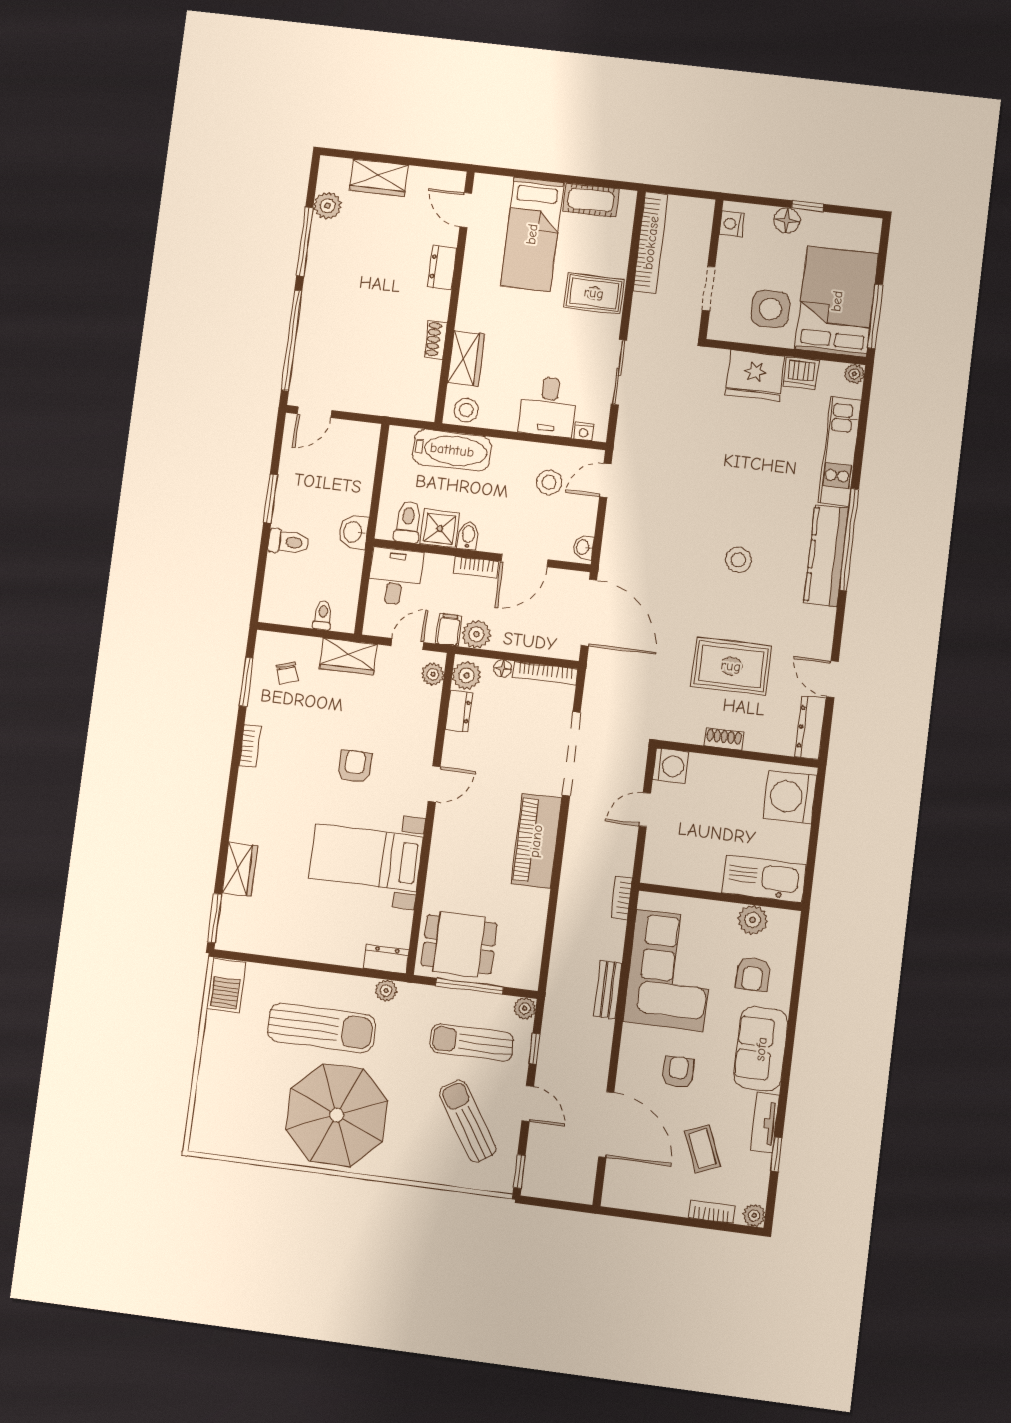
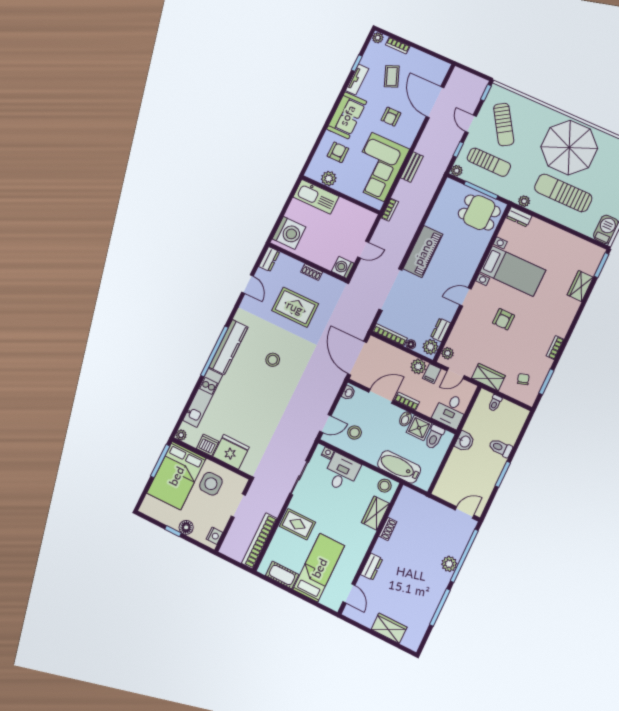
plant: (327, 206) -> (449, 564), moved
dresser: (810, 728) -> (269, 259), width x0.70

